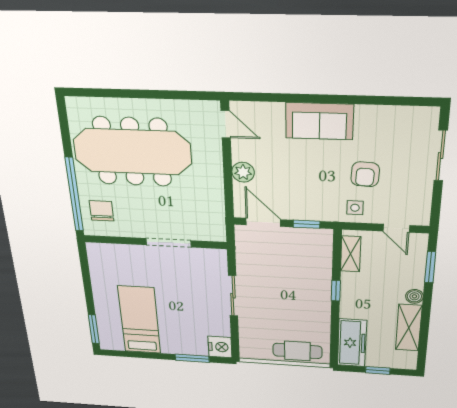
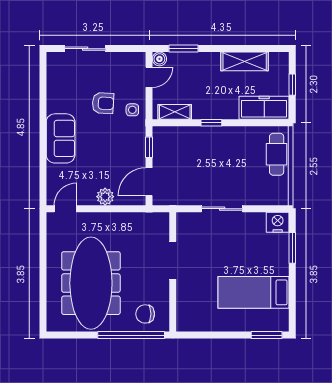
boiler: (414, 296) -> (159, 59), moved

